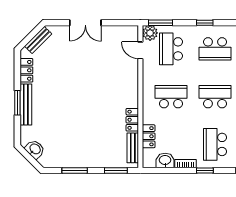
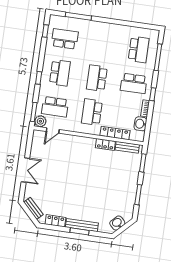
locker: (149, 136) -> (115, 133), width x1.53

